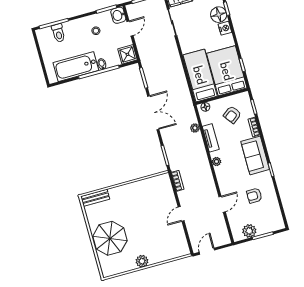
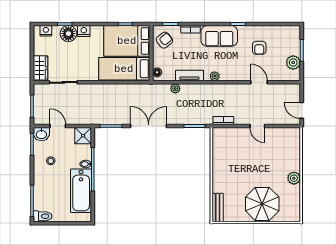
toilet: (58, 33) -> (43, 216), moved
armchair: (232, 115) -> (164, 40), moved, turned -91

